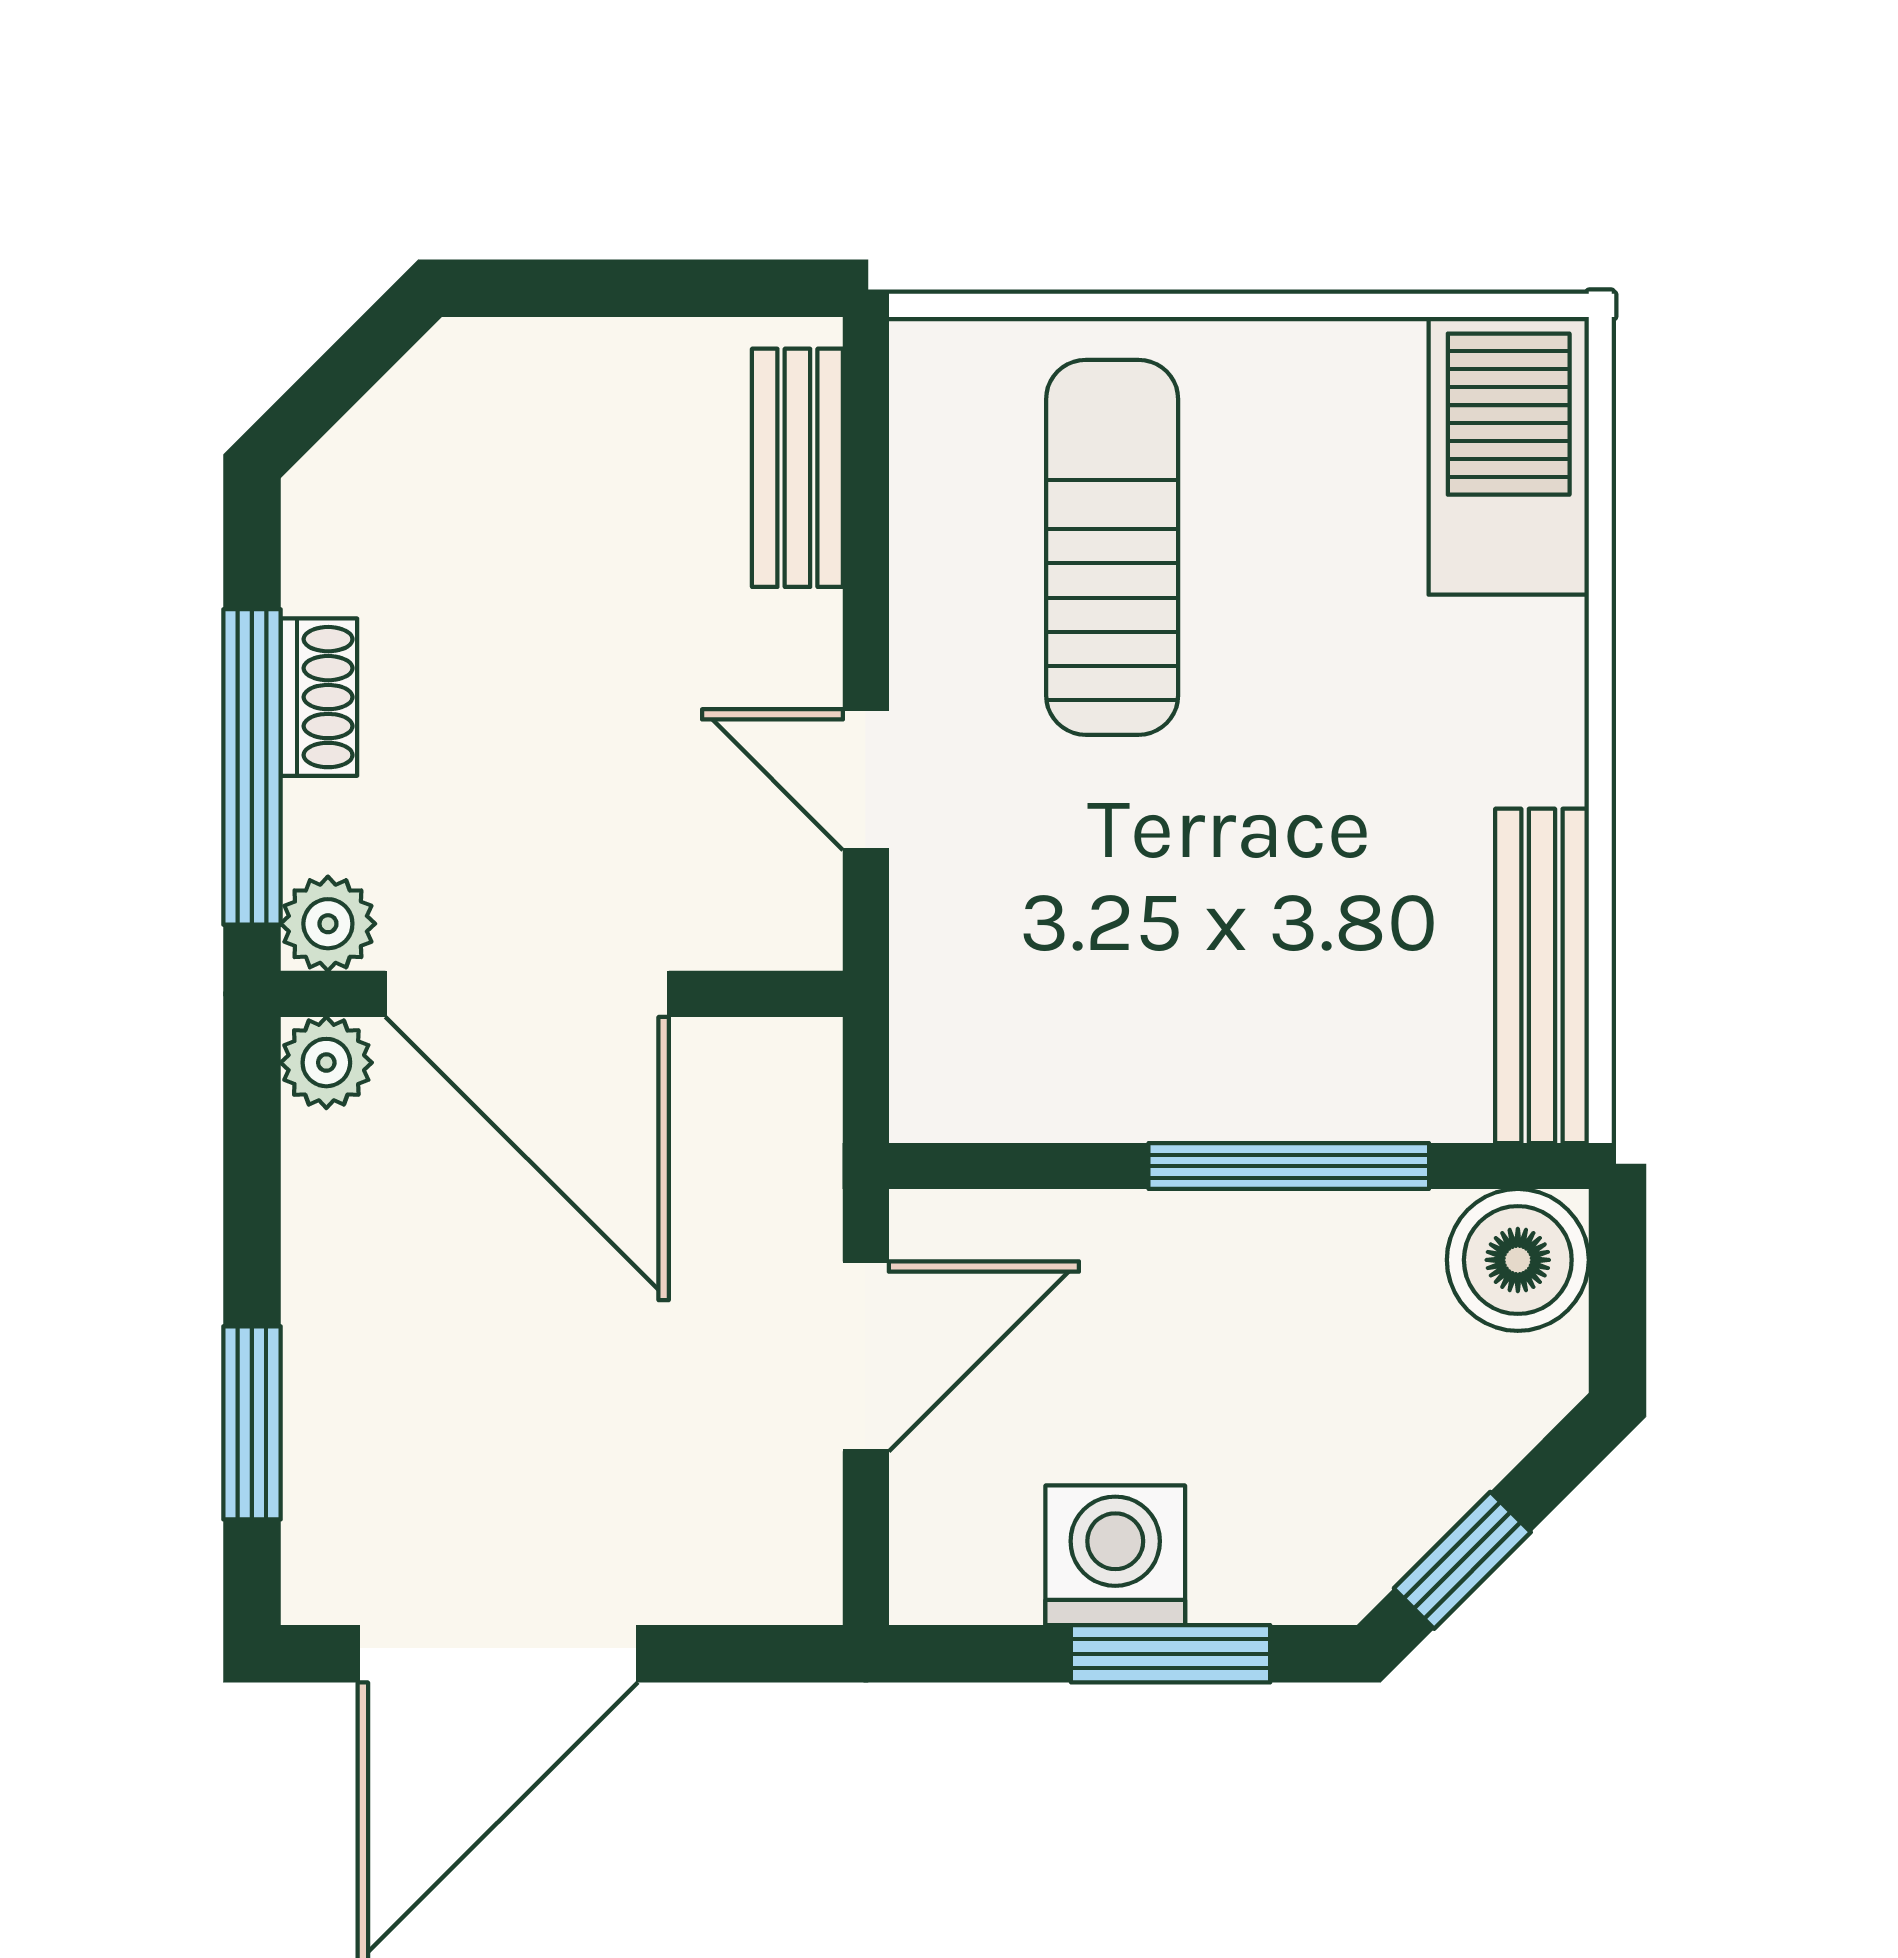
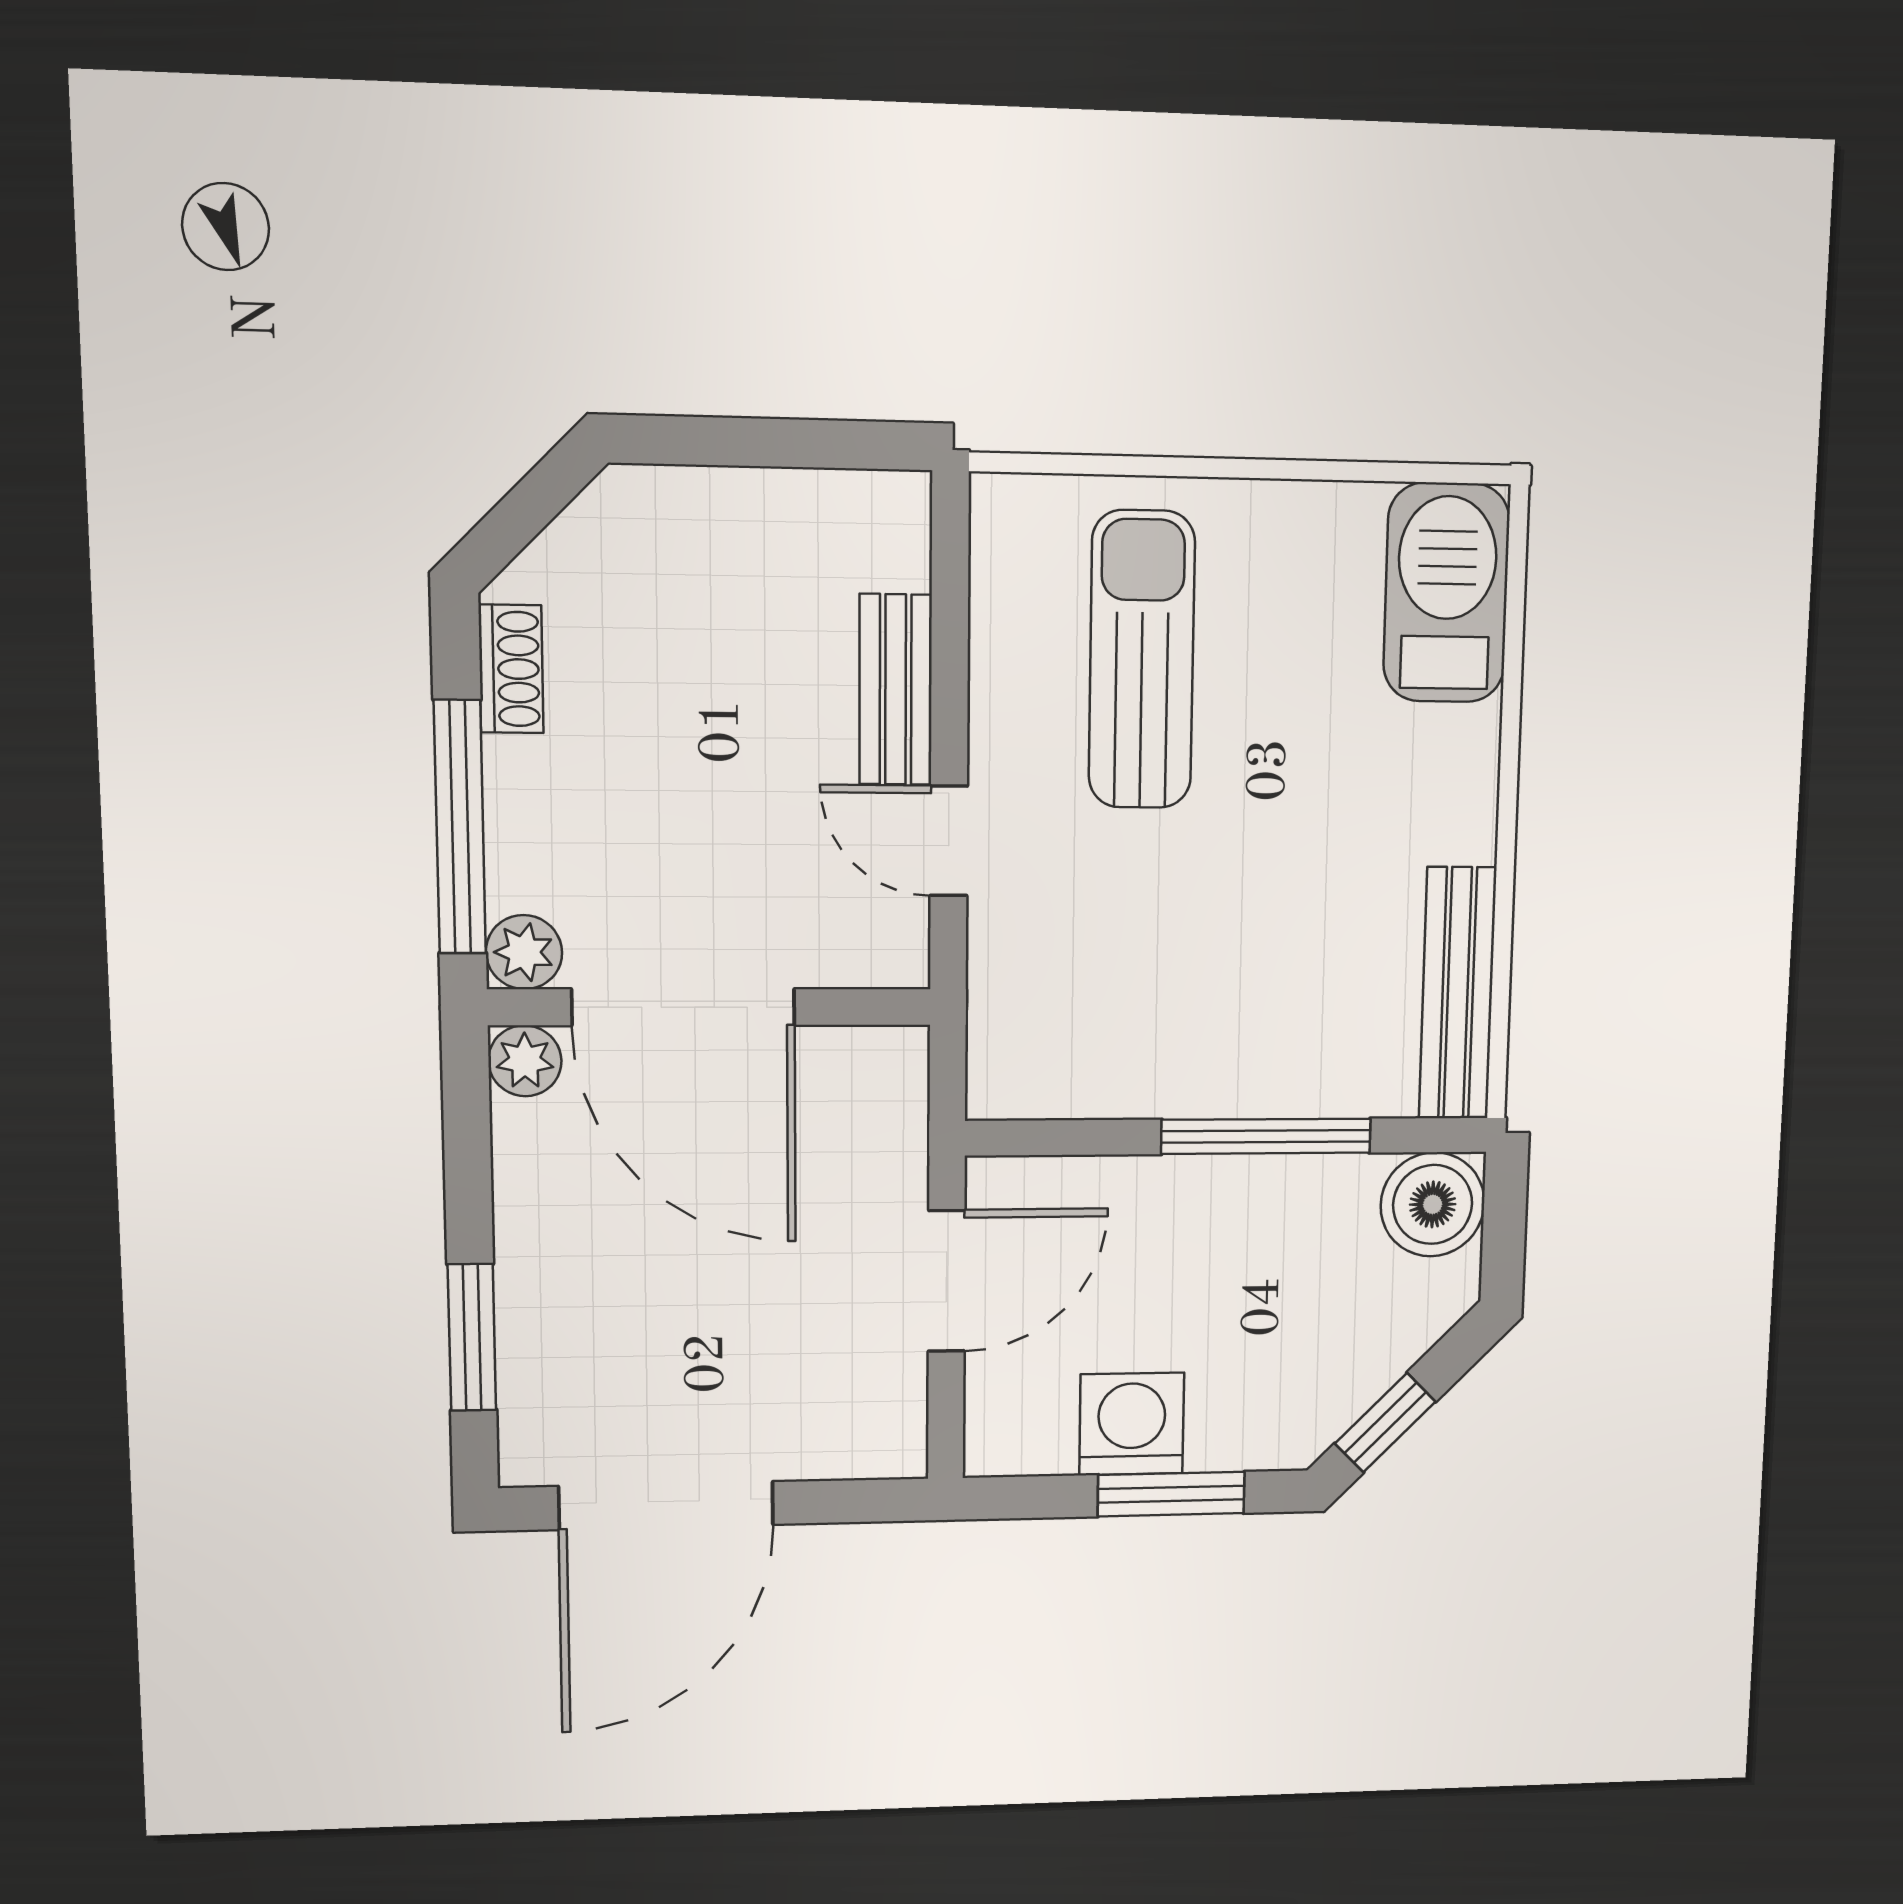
bench: (797, 468) -> (896, 690), moved
shoe rack: (319, 697) -> (511, 669), moved

